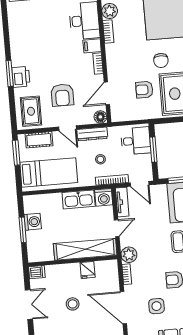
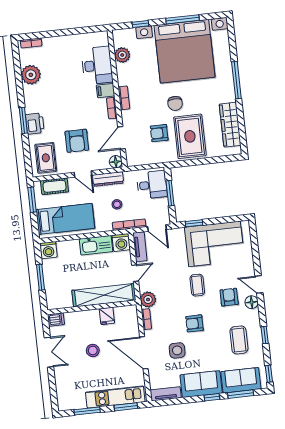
plant: (18, 28) -> (31, 75), added
bookcase: (108, 31) -> (124, 98), moved
washing machine: (33, 222) -> (48, 250), moved, turned 90

